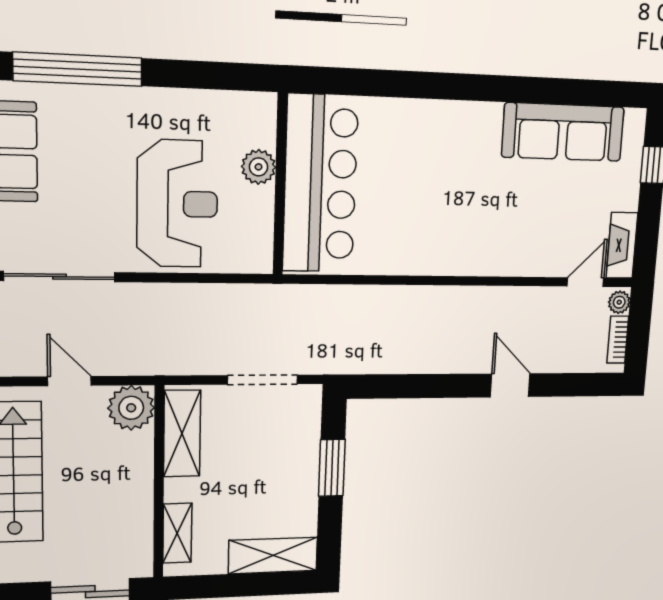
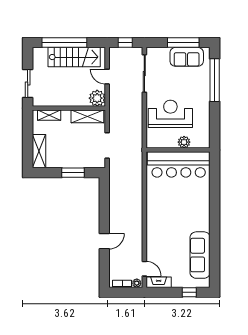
reception desk: (177, 204) -> (170, 114), turned 180
door: (69, 381) -> (107, 77), swing flipped

